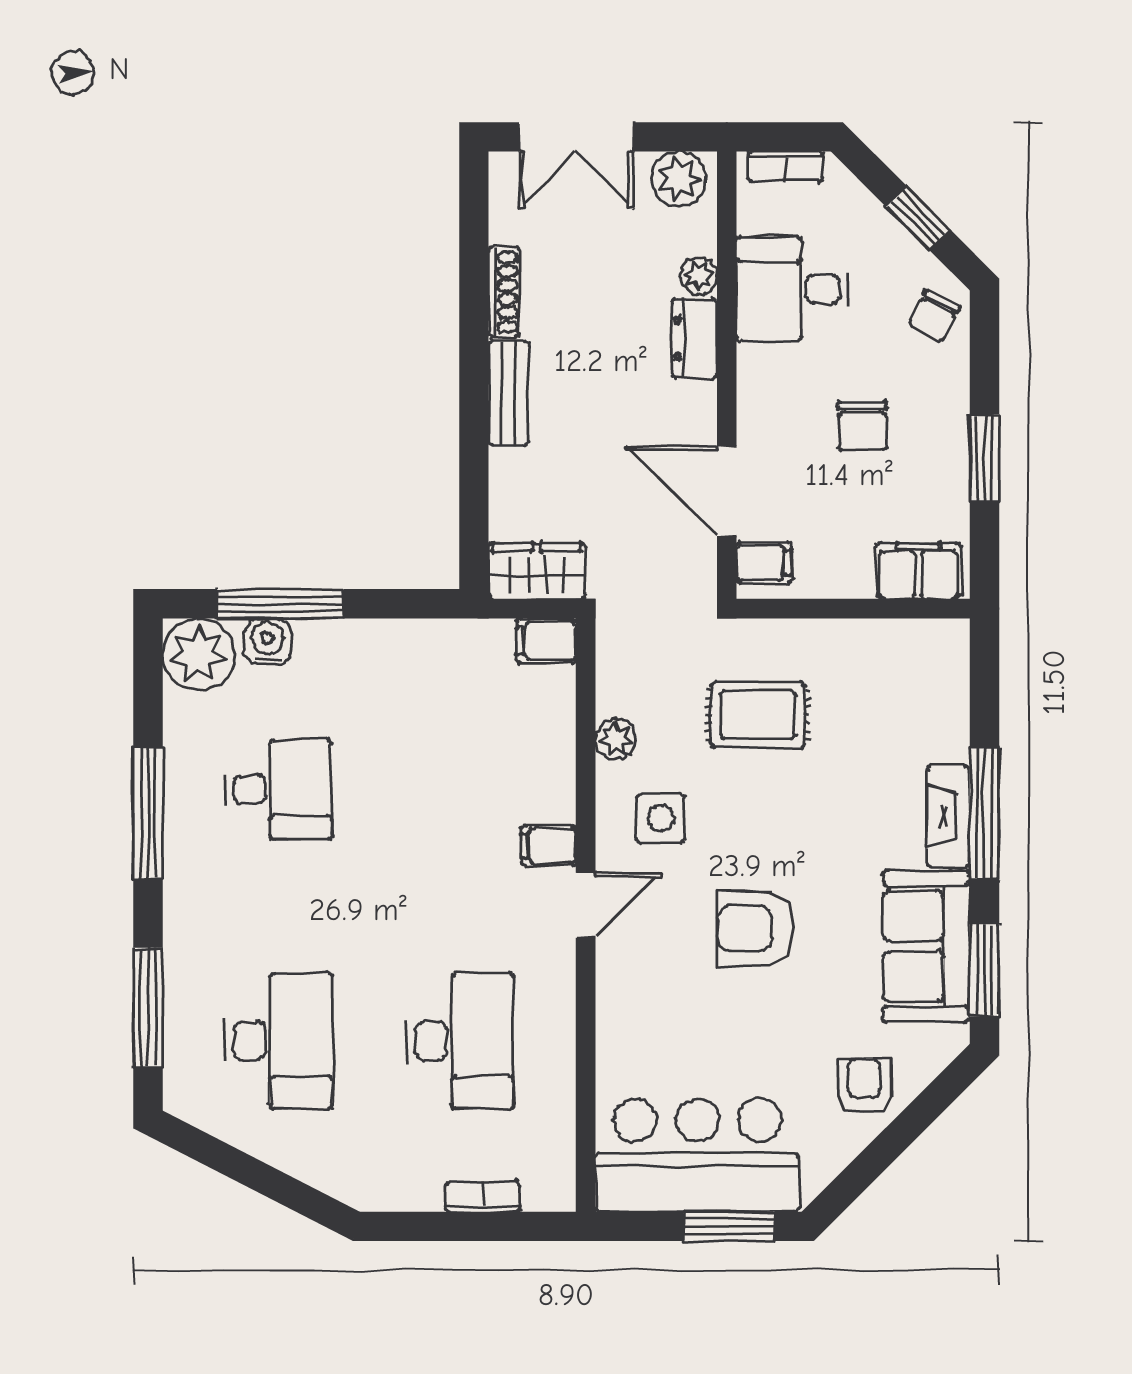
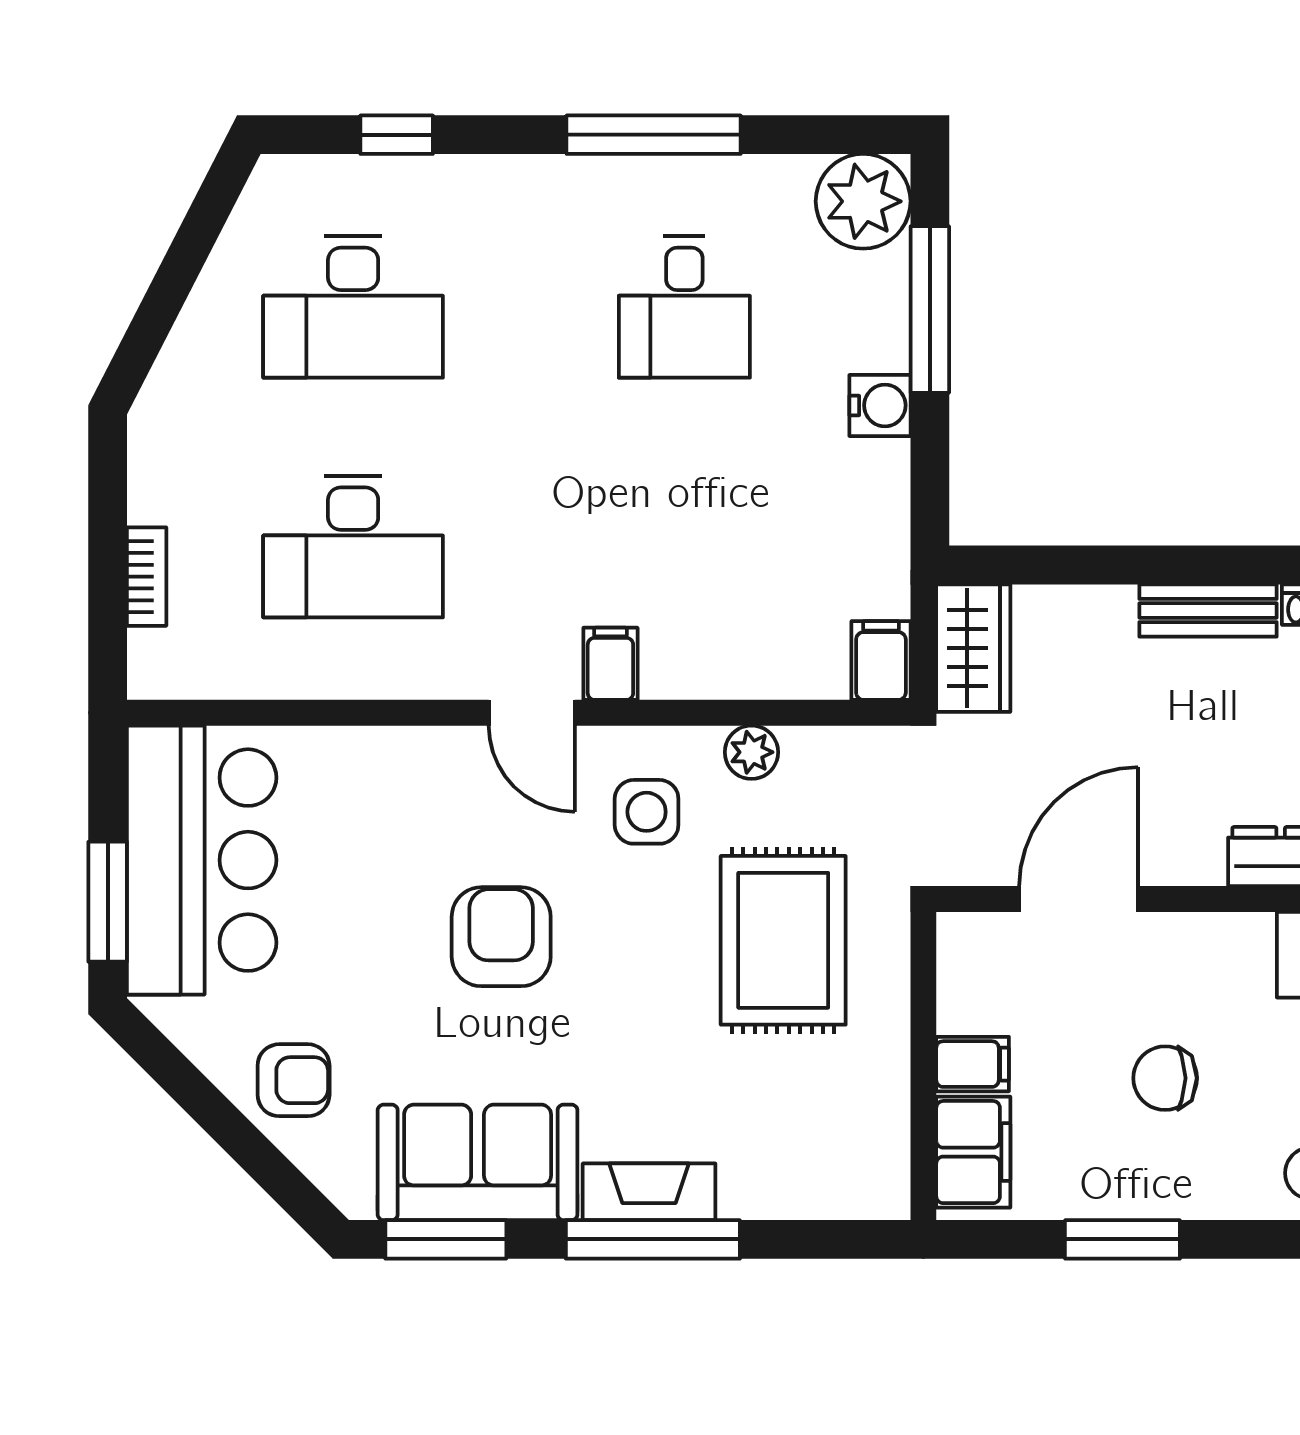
filing cabinet: (764, 563) -> (973, 1064), moved, turned -90
water cooler: (268, 642) -> (880, 405), moved
rug: (758, 715) -> (783, 940), width x1.36, depth x1.43
window: (148, 1008) -> (397, 135), width x0.46

